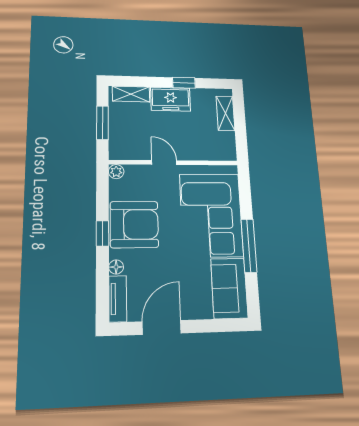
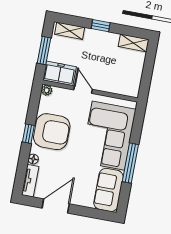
window: (184, 83) -> (101, 26), moved
freezer: (171, 99) -> (60, 73), moved, turned 180
shelving: (225, 113) -> (134, 43), moved, turned 90

